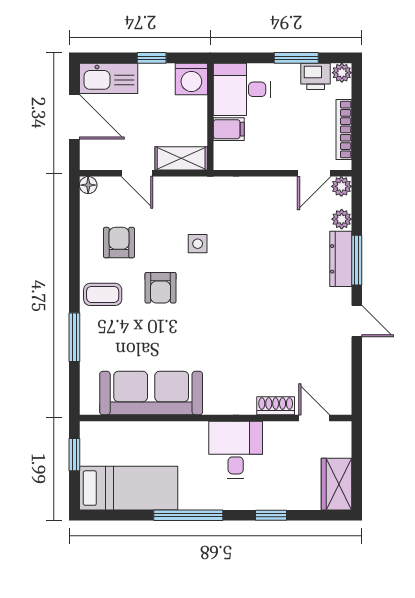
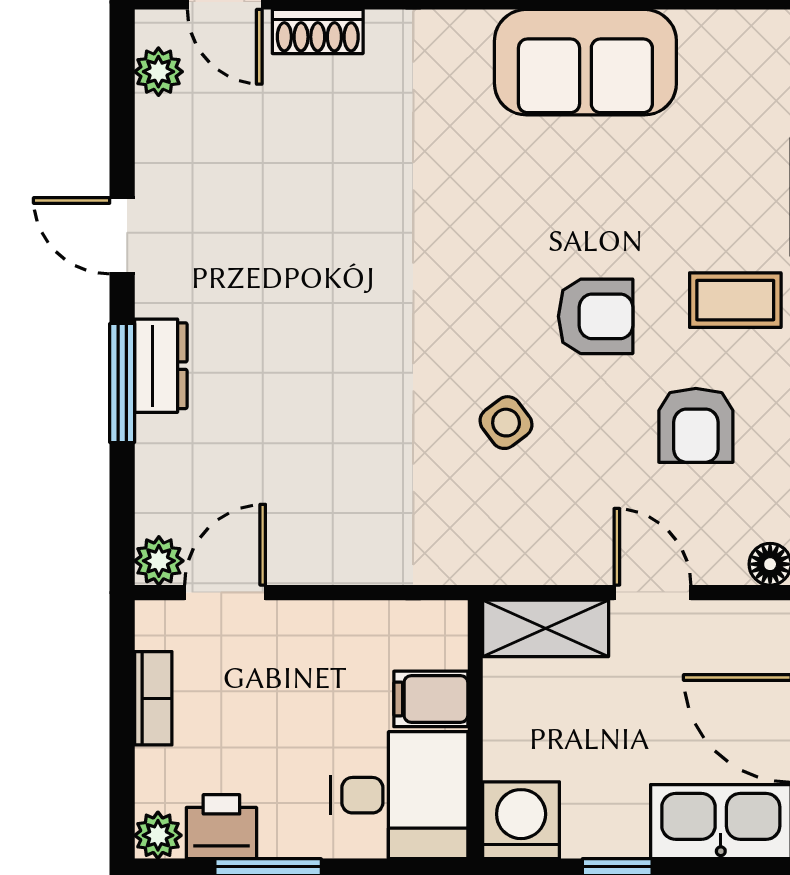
bookcase: (344, 129) -> (153, 698), width x0.64
plant: (342, 219) -> (158, 72), moved
side table: (198, 244) -> (506, 423), turned -37
dresser: (341, 259) -> (161, 366), width x0.70
armchair: (161, 288) -> (596, 316), turned 90
sofa: (151, 393) -> (585, 62), width x0.73

